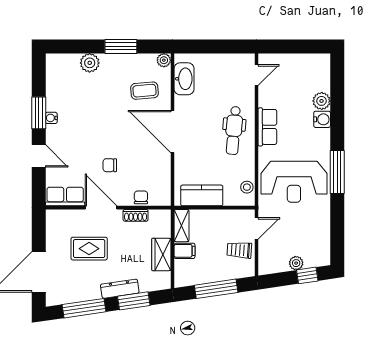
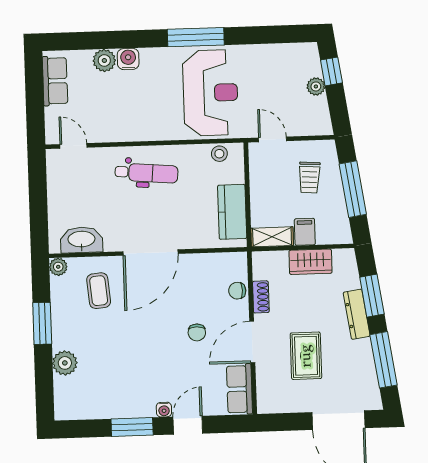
water cooler: (51, 118) -> (164, 410), moved
row of seats: (267, 127) -> (55, 81), moved, turned 90
trolley: (239, 250) -> (309, 177), moved

